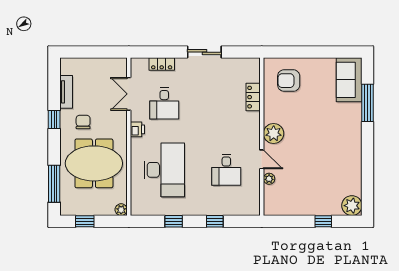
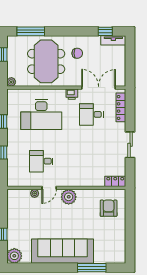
locker: (162, 64) -> (121, 107), width x1.53
sofa: (349, 80) -> (63, 251), moved, width x1.85, depth x1.27
tv unit: (66, 92) -> (113, 40), moved
double door: (129, 94) -> (99, 88), width x1.37
locker: (253, 97) -> (115, 181), moved
window: (54, 120) -> (105, 31), moved

